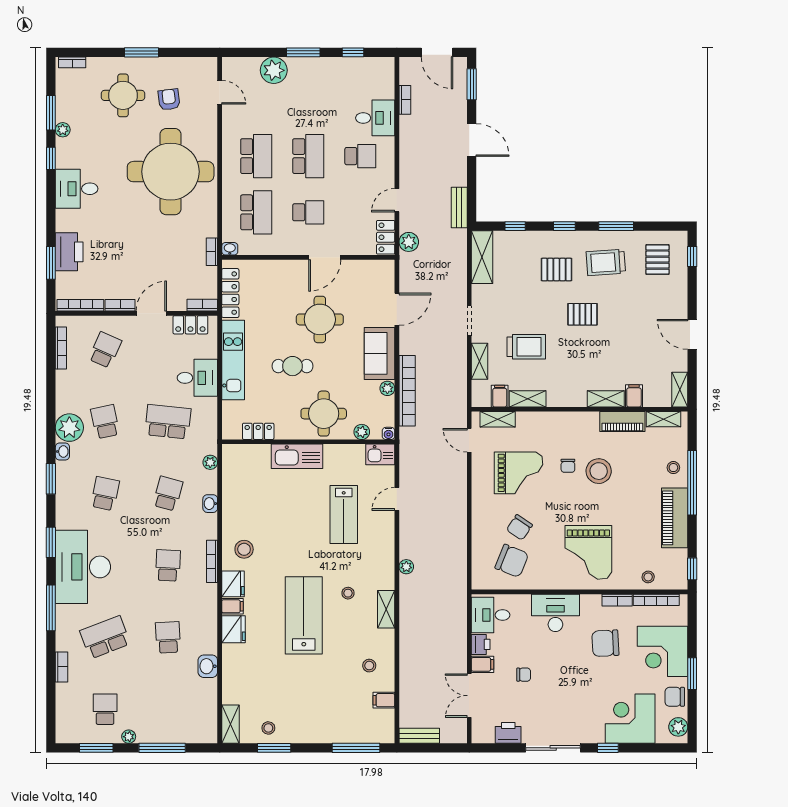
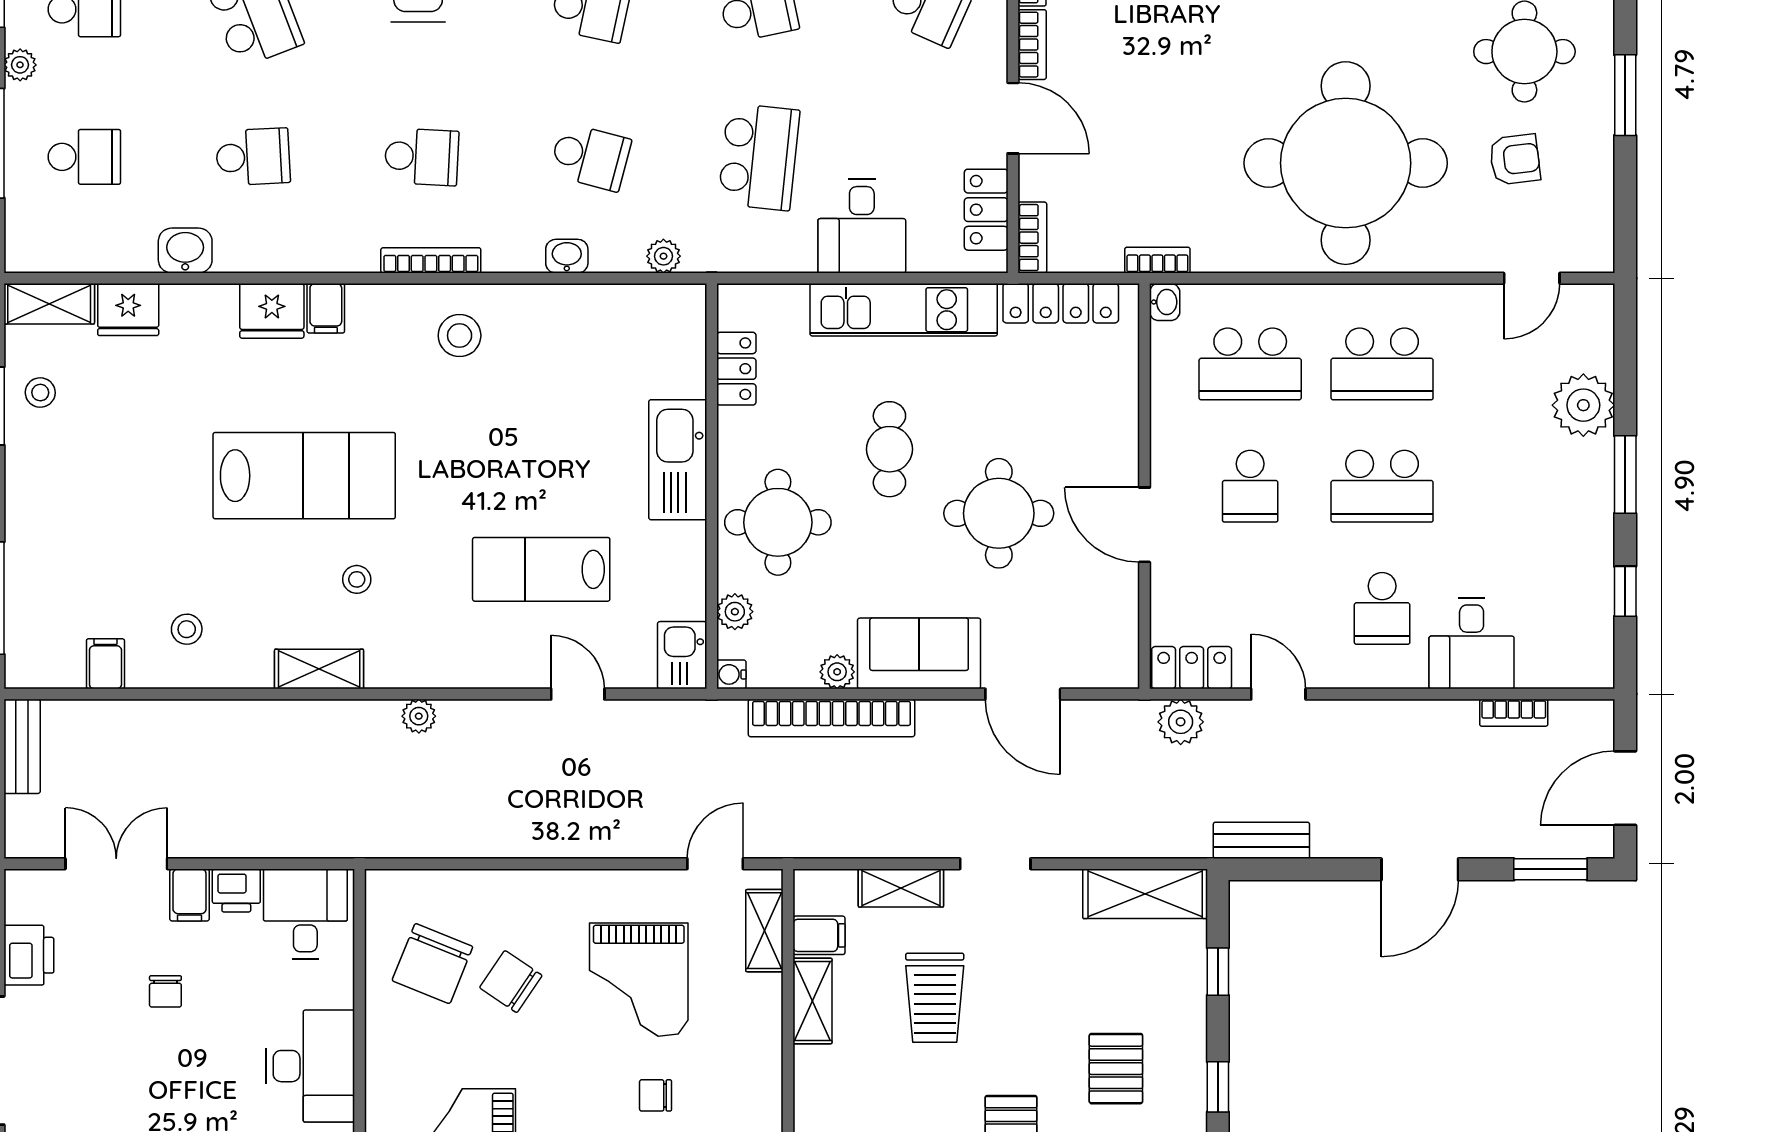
fridge: (233, 584) -> (128, 310), moved
school desk: (168, 709) -> (84, 157), added

